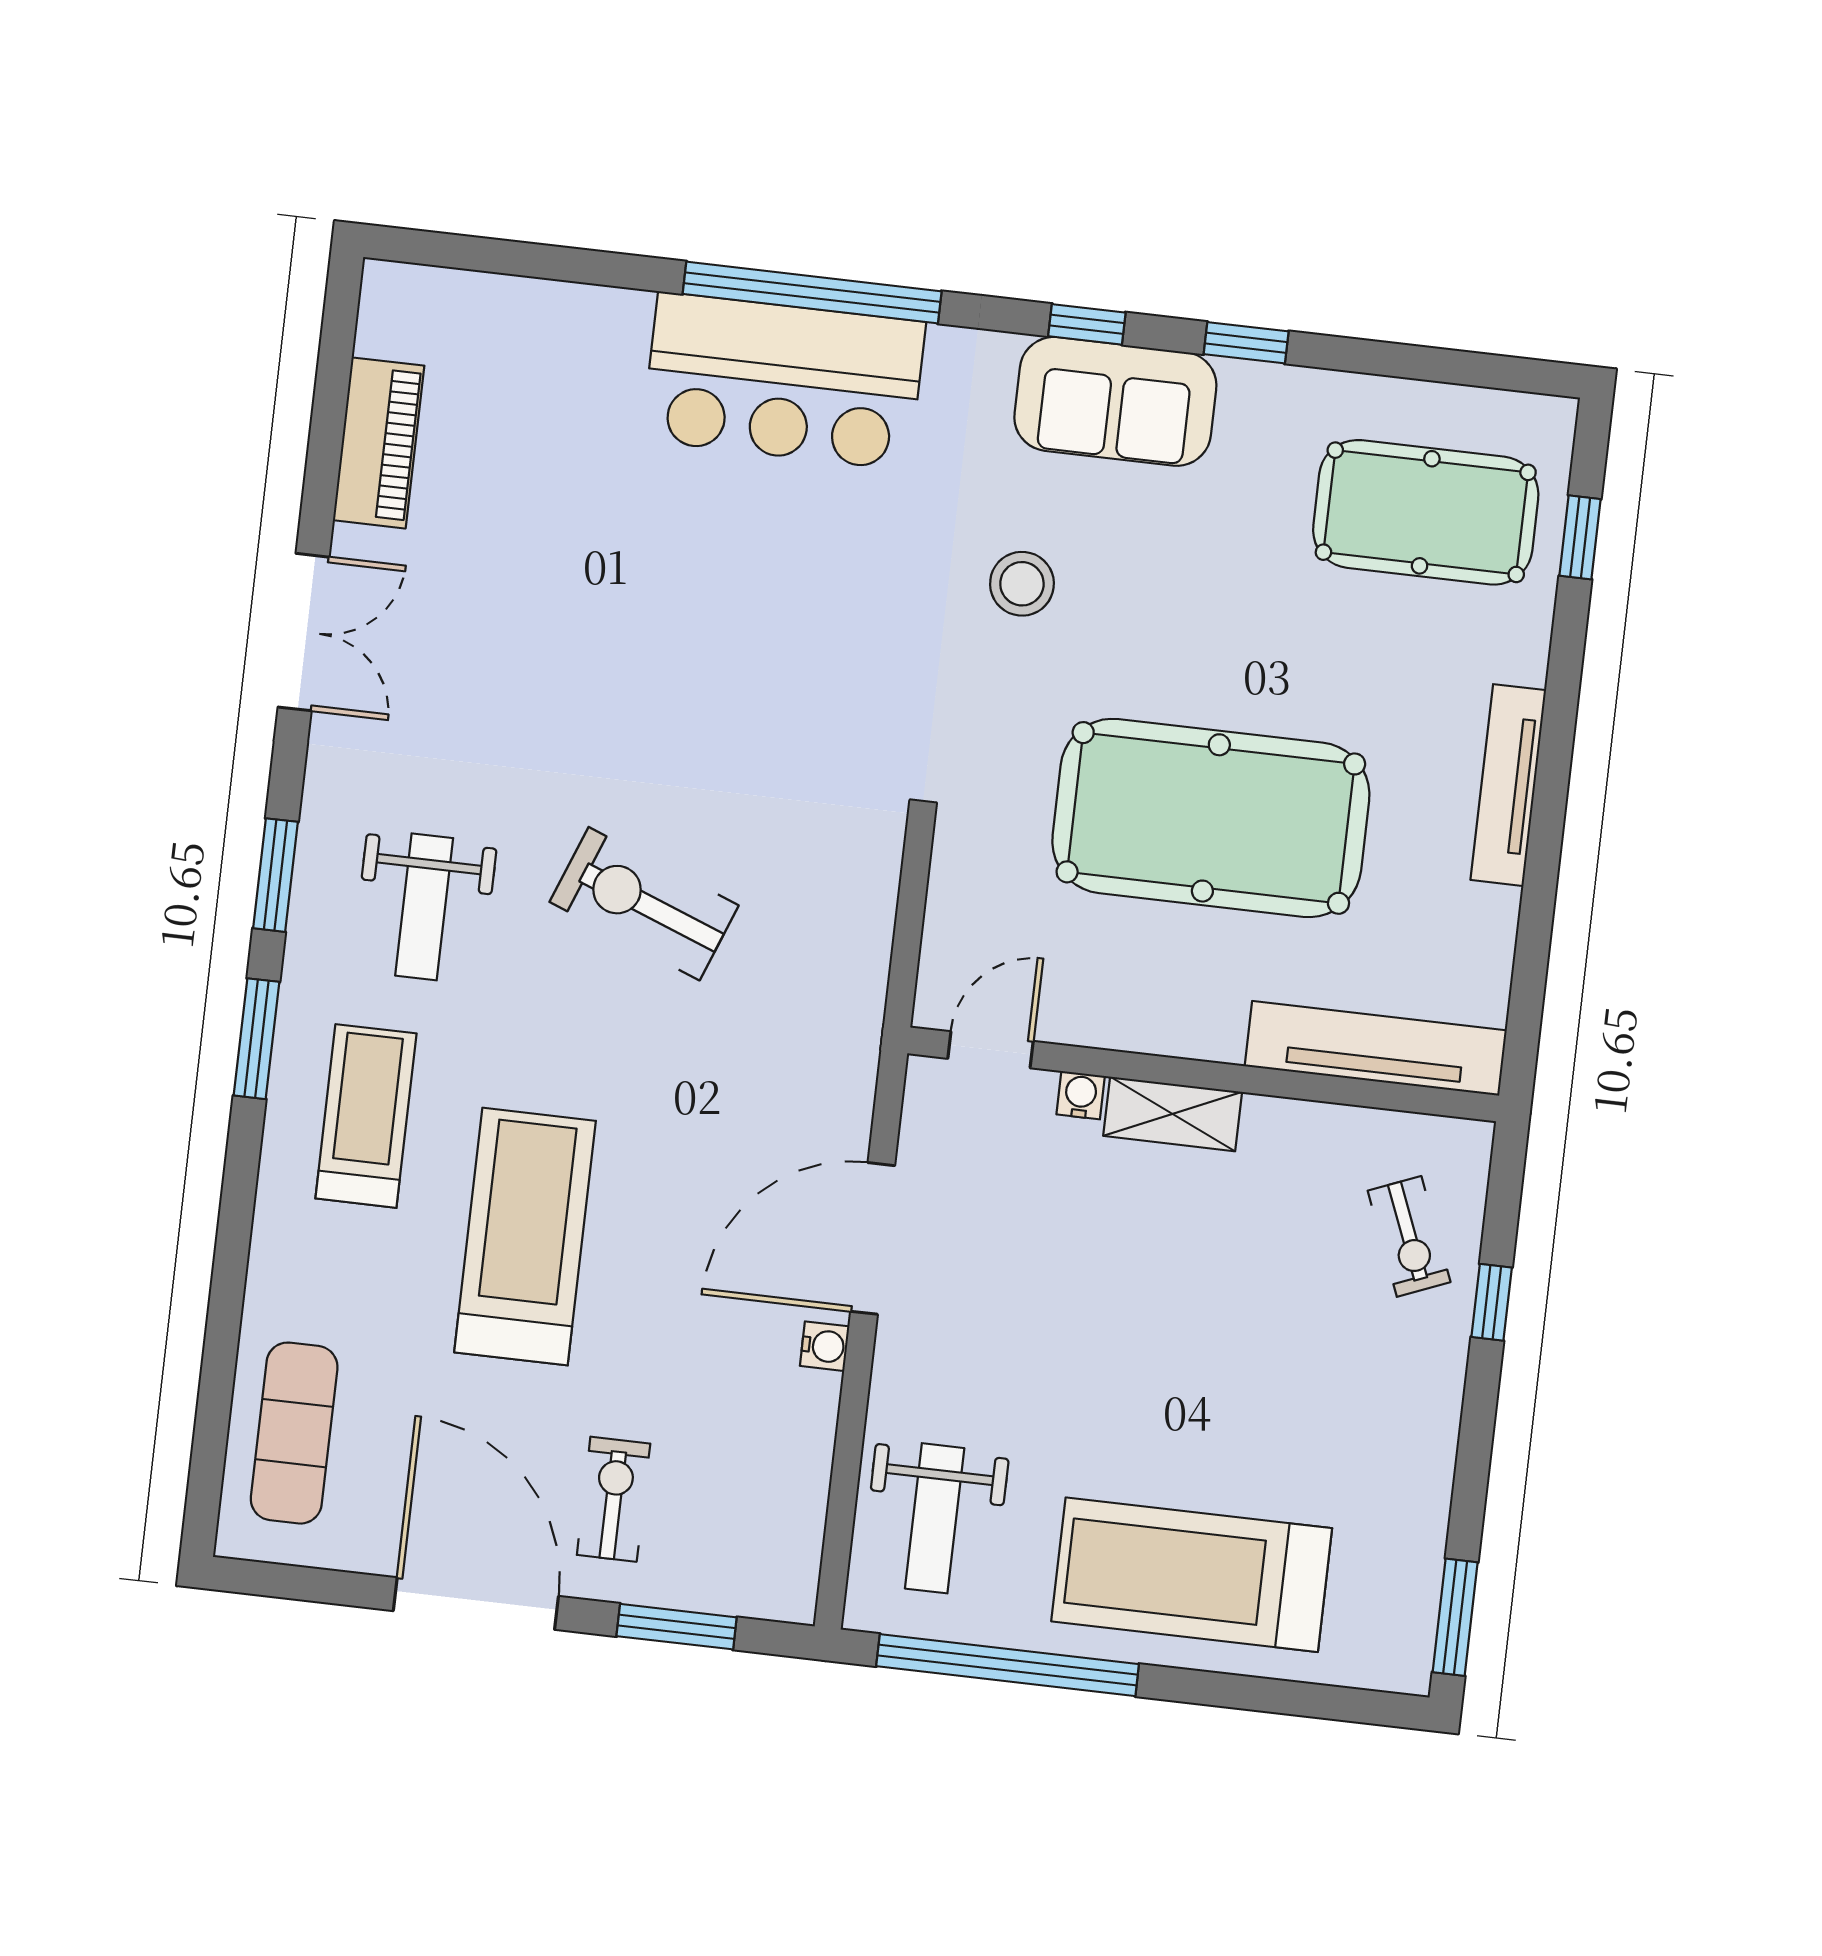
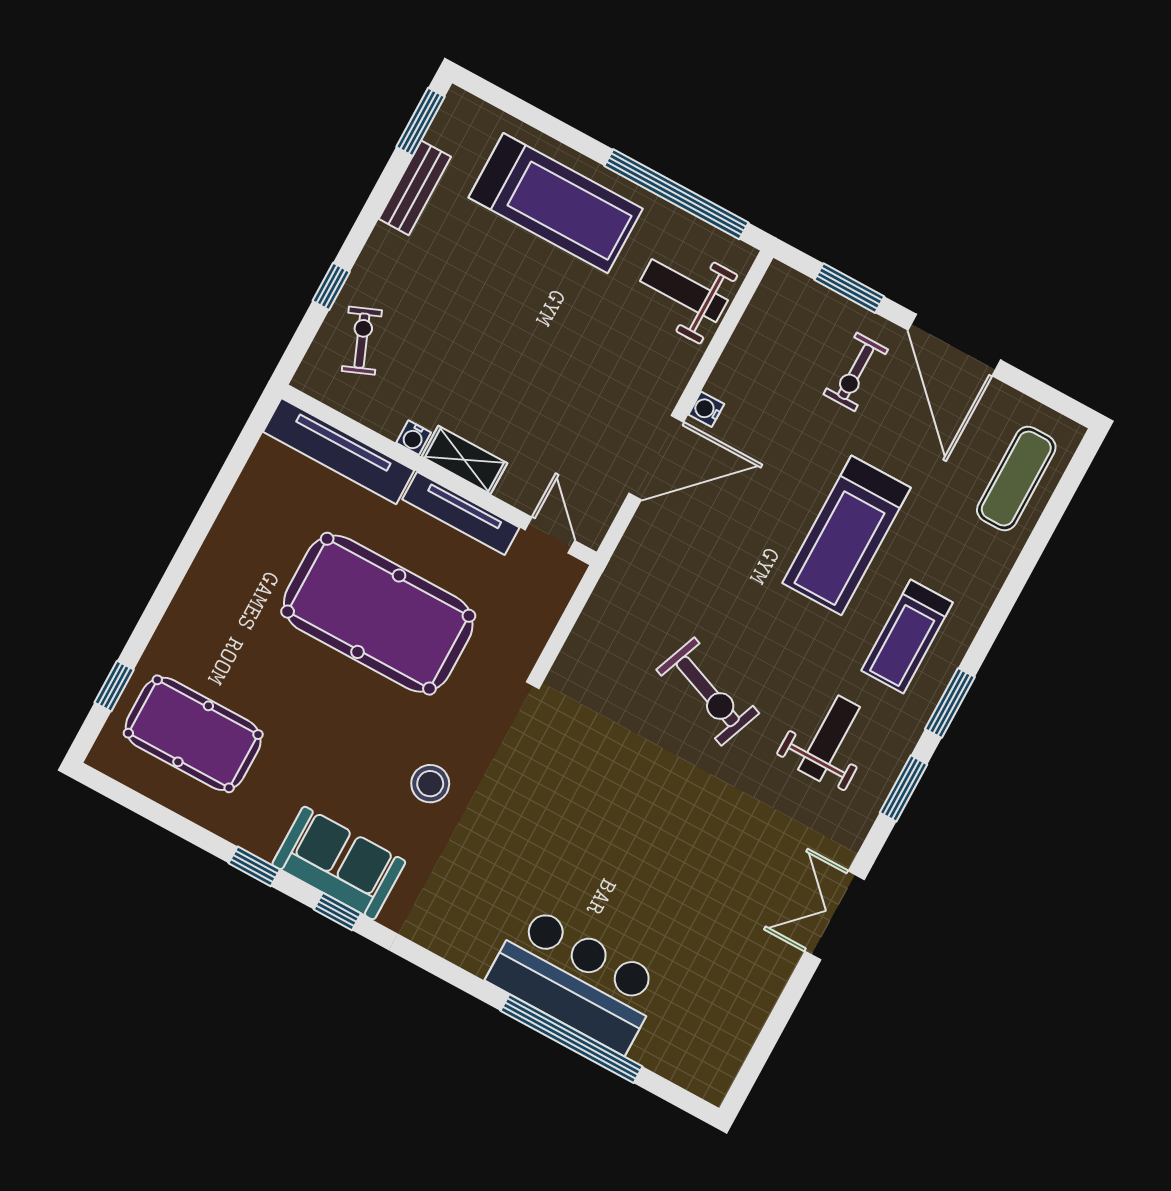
window: (812, 293) -> (571, 1039), moved
bar counter: (784, 381) -> (576, 980), moved
piano: (379, 443) -> (752, 1003), removed
tv unit: (1508, 785) -> (461, 513), moved, turned 90
door: (991, 1050) -> (550, 535), swing flipped
water cooler: (1081, 1095) -> (414, 438), moved
bench: (1422, 1510) -> (415, 188), added
weight bench: (935, 1518) -> (684, 291), turned -90

